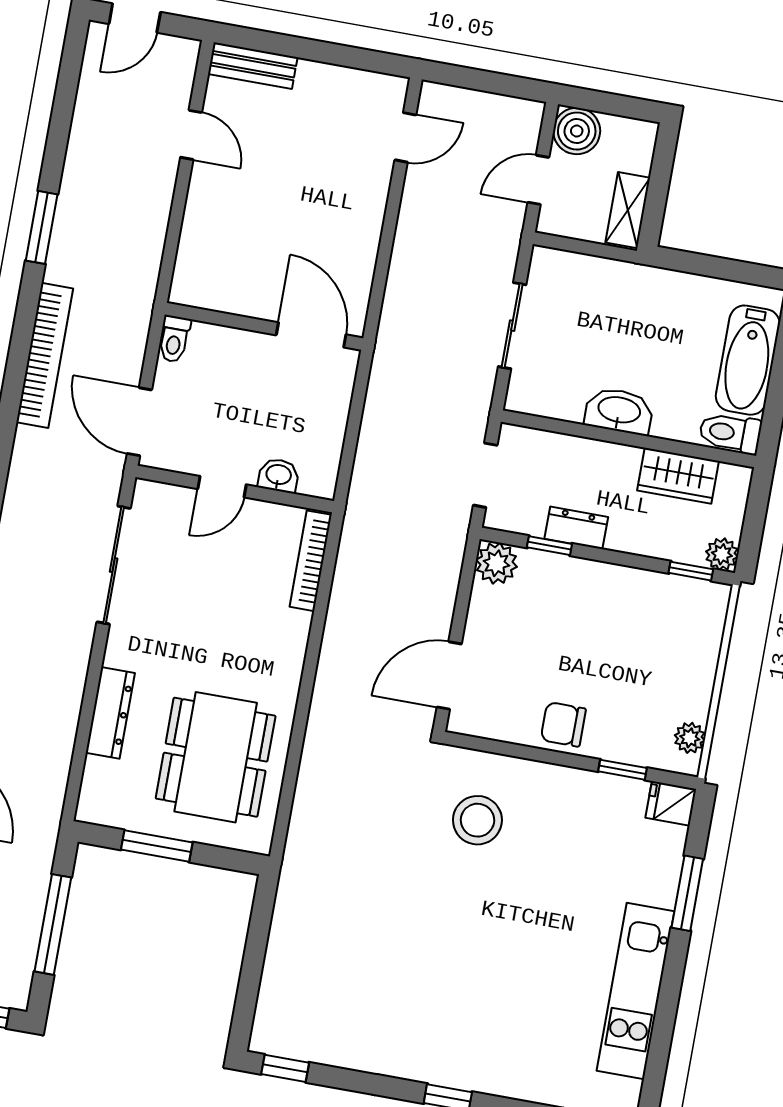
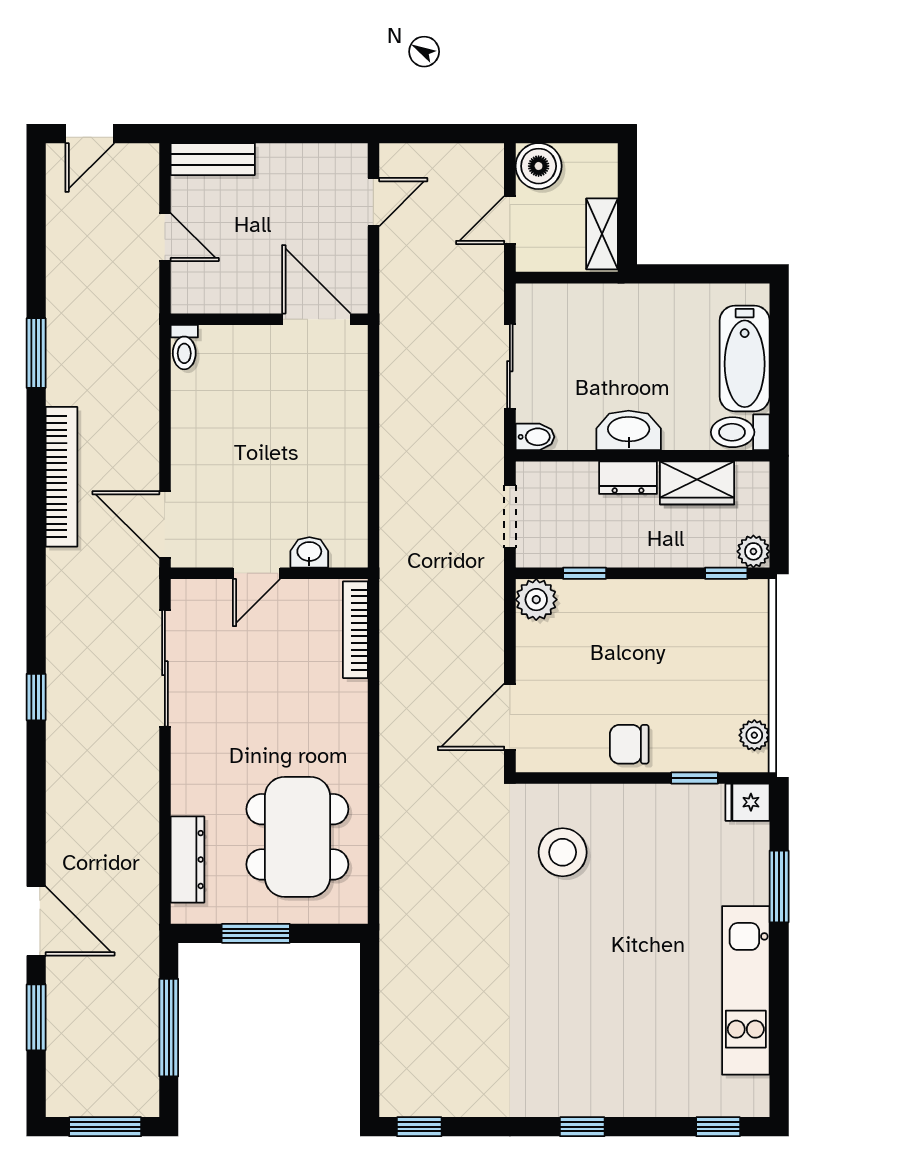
wall: (264, 326) -> (269, 319), moved
door: (311, 335) -> (316, 319), moved
toilet: (174, 339) -> (184, 347), moved
bidet: (525, 401) -> (535, 437), added
dresser: (576, 528) -> (628, 478), moved, turned 180
dresser: (110, 713) -> (188, 860), moved

